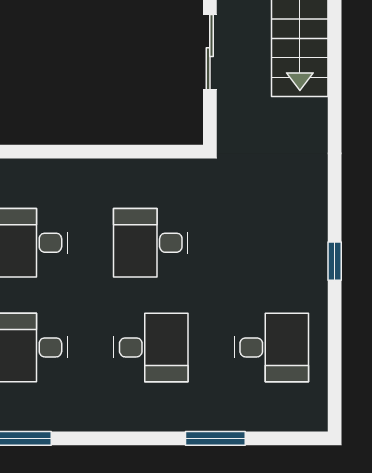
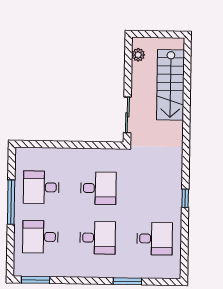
sliding door: (210, 52) -> (127, 115), moved
desk: (151, 243) -> (98, 188), turned 180

